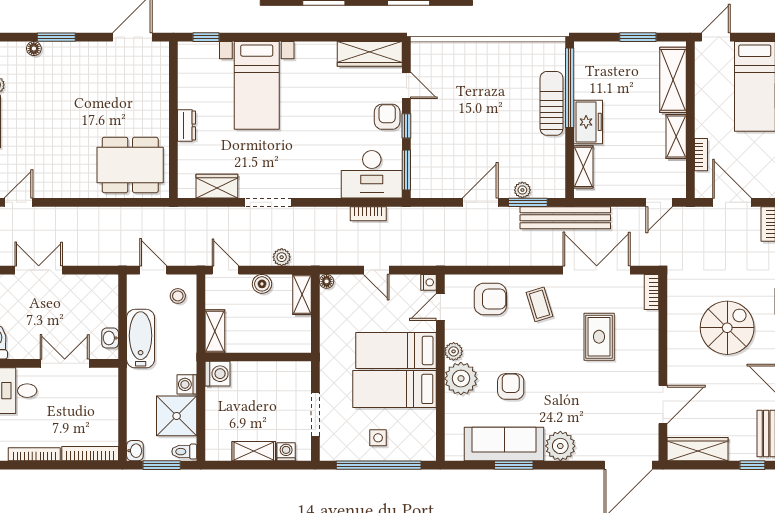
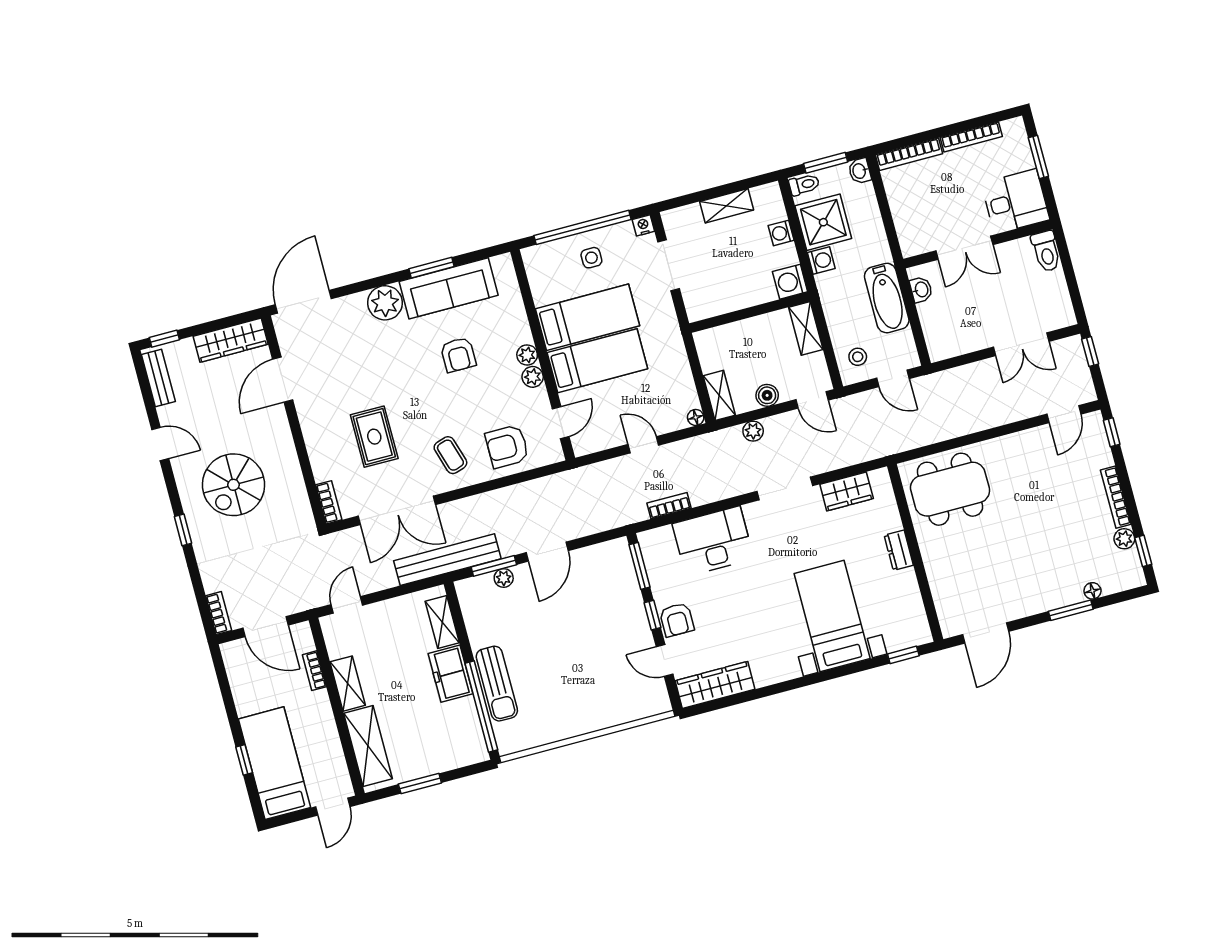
desk: (372, 174) -> (713, 541), moved
nightstand: (429, 282) -> (643, 225), moved, turned 90
plant: (461, 379) -> (527, 355), width x0.53, depth x0.53
washing machine: (286, 452) -> (781, 233), moved, turned 90

